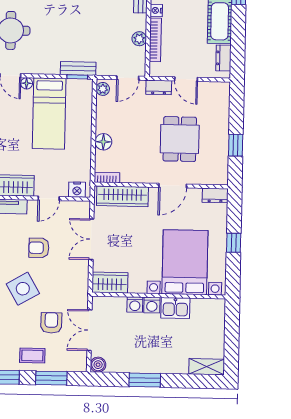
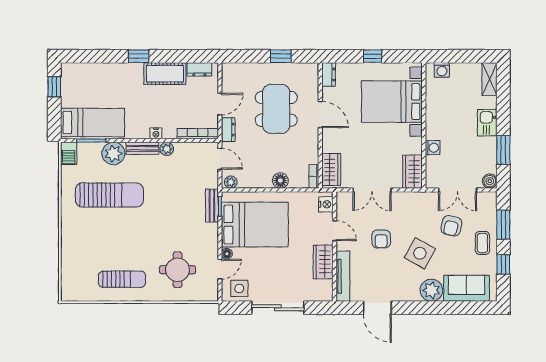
plant: (139, 39) -> (167, 149), moved
bookcase: (155, 40) -> (198, 134), moved
bed: (49, 113) -> (255, 225), width x1.50
dining table: (180, 139) -> (276, 109), width x1.38
wardrobe: (122, 196) -> (331, 170), width x0.67
side table: (23, 289) -> (420, 253), turned -31
washing machine: (152, 305) -> (442, 70), moved, turned 90
kitchen sink: (175, 308) -> (487, 123), moved, turned 180
armchair: (51, 323) -> (451, 226), turned -77
window: (145, 380) -> (503, 150), moved

